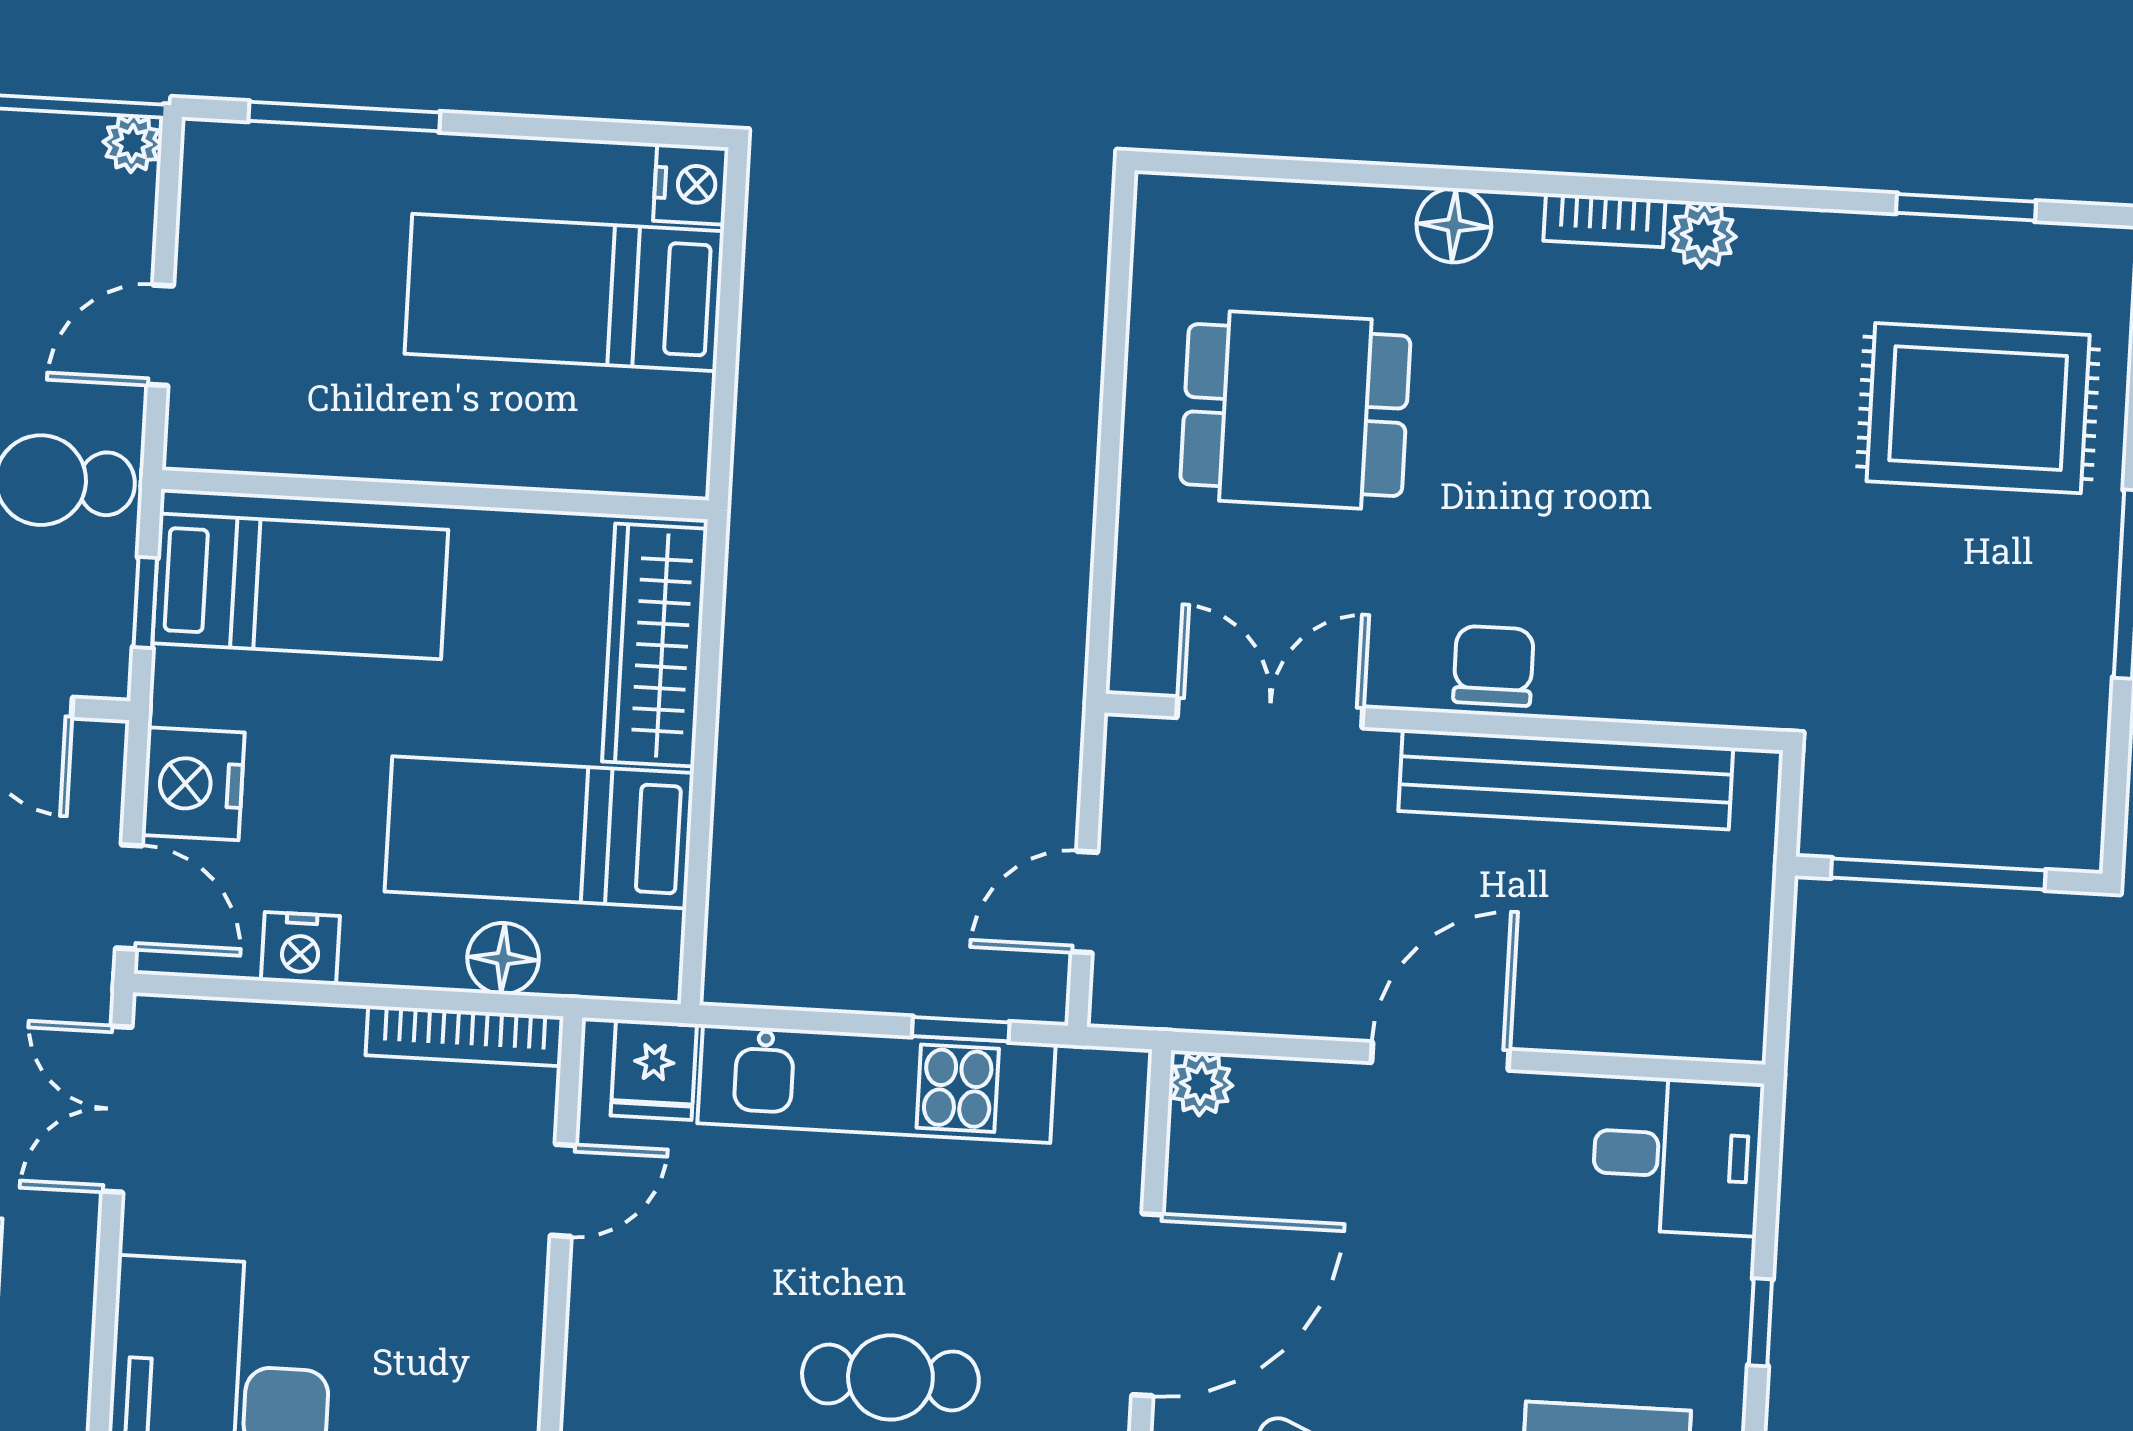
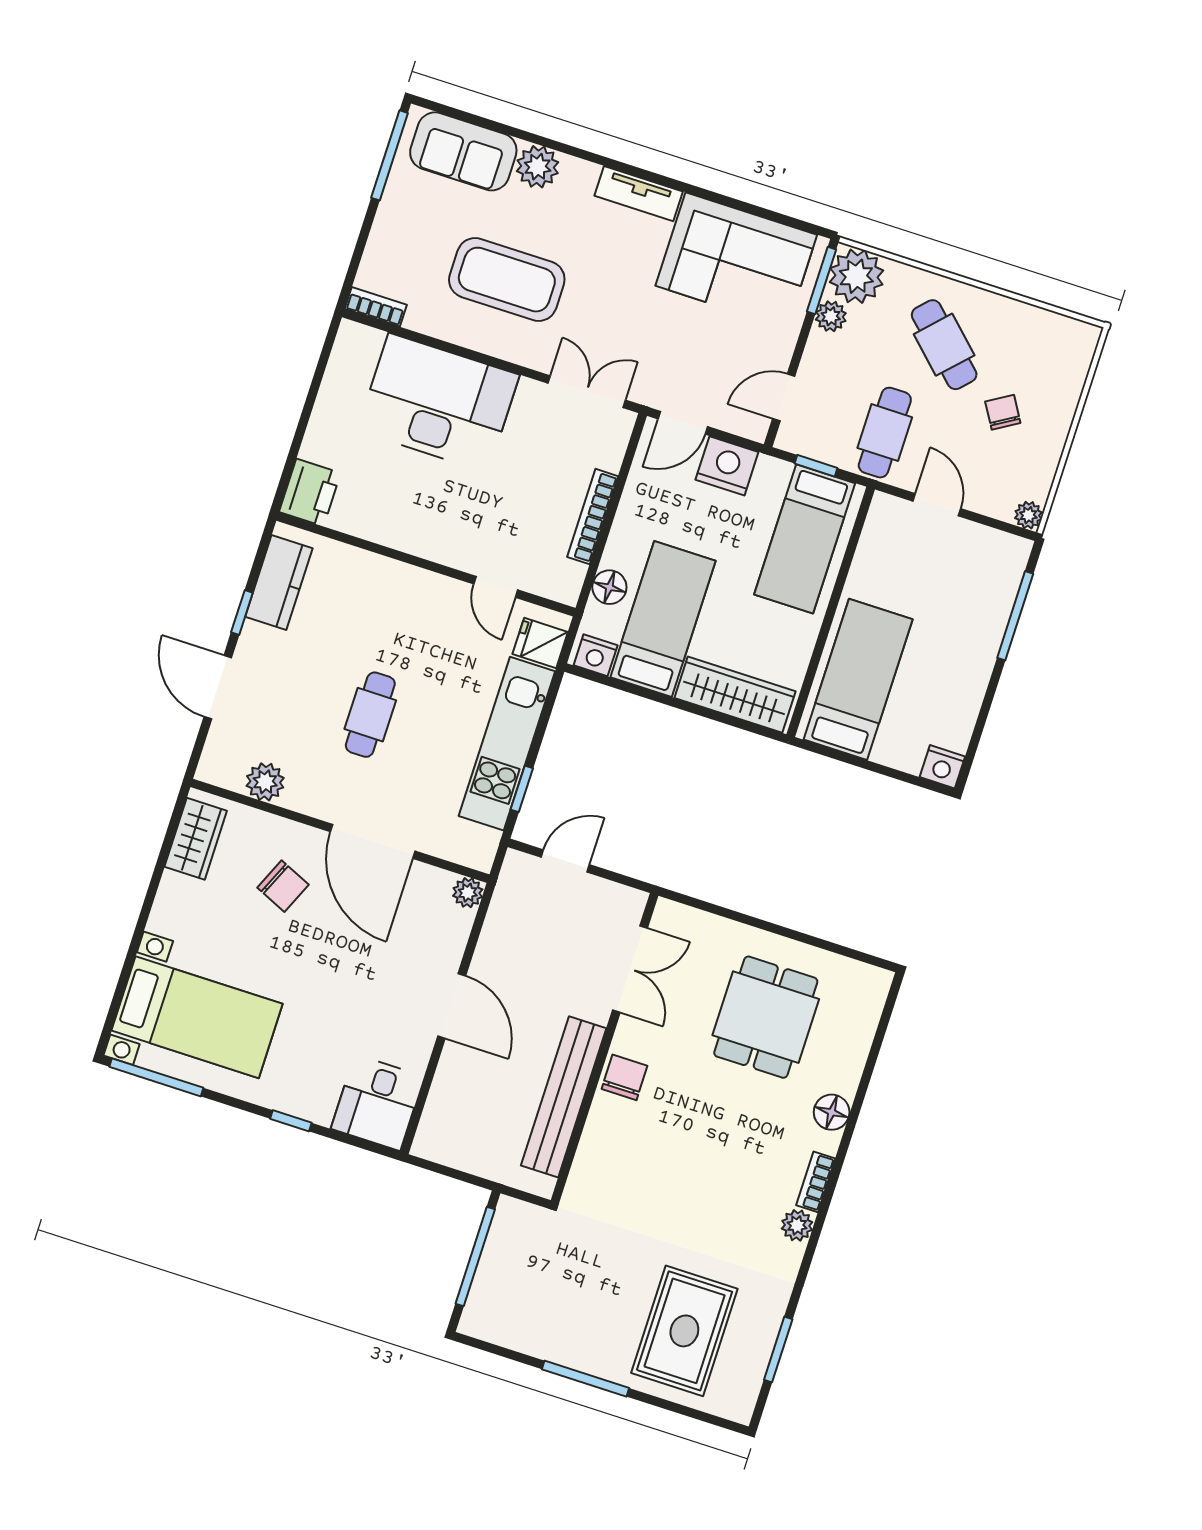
bed: (564, 292) -> (858, 679), moved
chair: (1494, 666) -> (624, 1077), turned -90
door: (1084, 902) -> (565, 861), hinge flipped
nightstand: (300, 948) -> (596, 655), moved, turned -90
bookcase: (465, 1036) -> (593, 517), moved

